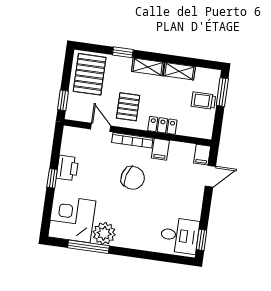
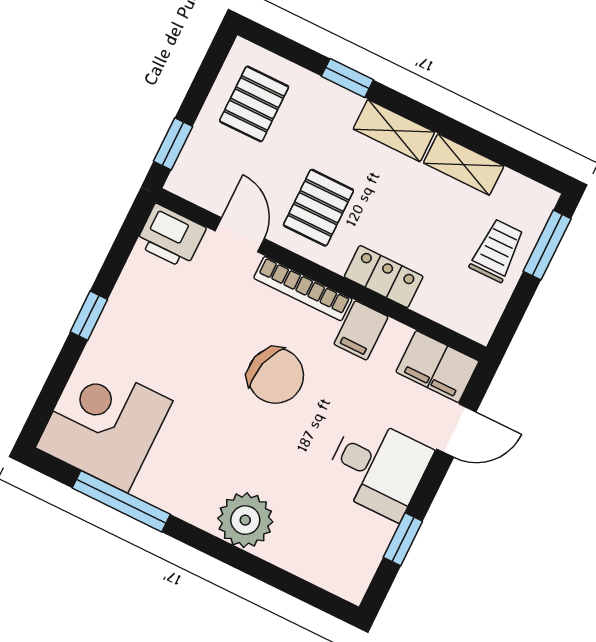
pallet: (90, 74) -> (254, 104), width x0.67, depth x0.71
trolley: (203, 101) -> (497, 251), turned 90
filing cabinet: (202, 155) -> (437, 367), width x2.00
printer: (67, 168) -> (171, 236), moved, turned 90
plant: (104, 233) -> (245, 520), moved
desk: (180, 236) -> (378, 468), moved
window: (202, 240) -> (403, 539), moved

